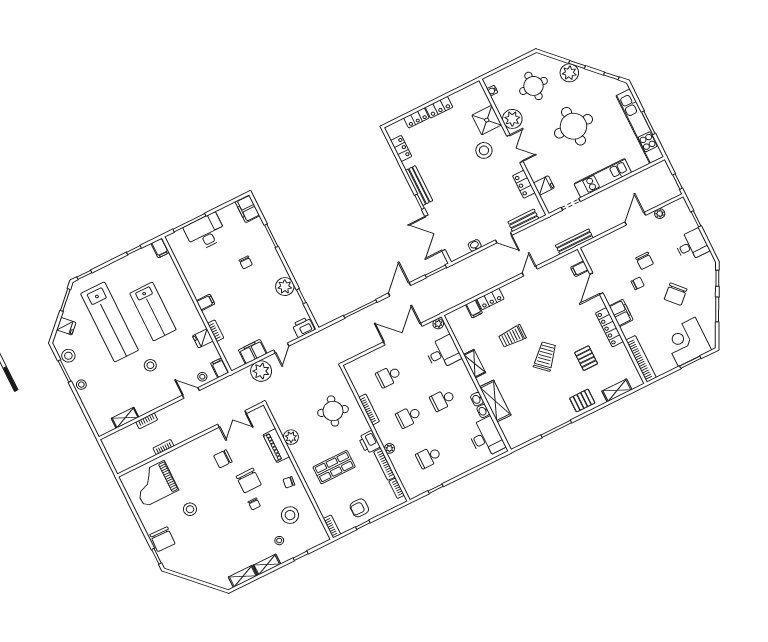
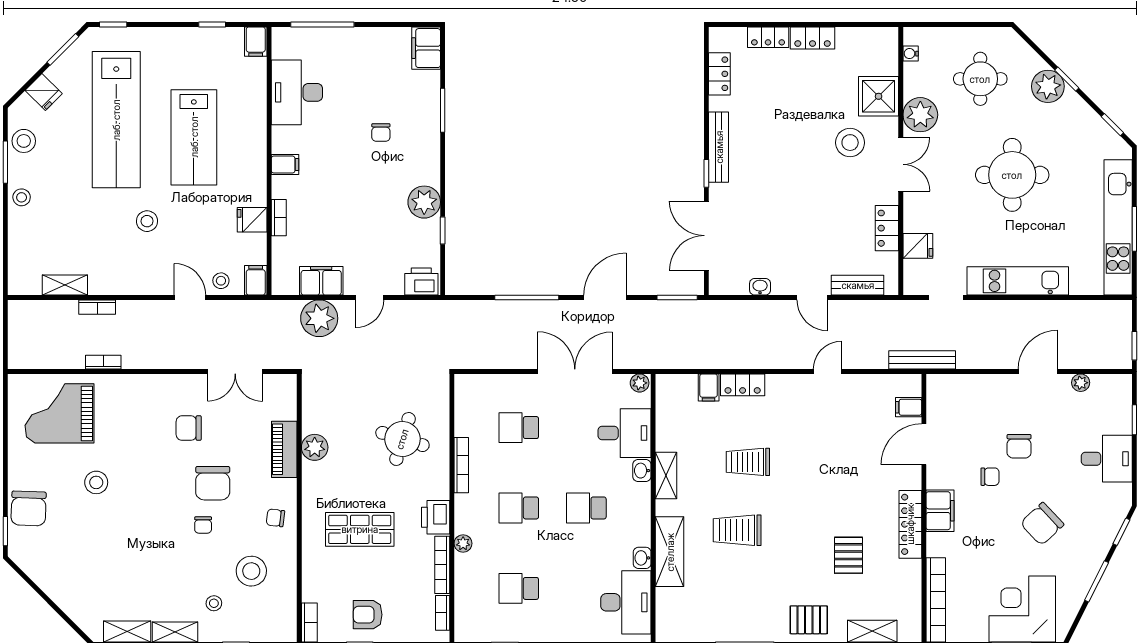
desk: (205, 232) -> (297, 92), moved, turned -90
trolley: (545, 356) -> (737, 530), moved, turned -132
washbasin: (477, 399) -> (642, 471), moved

